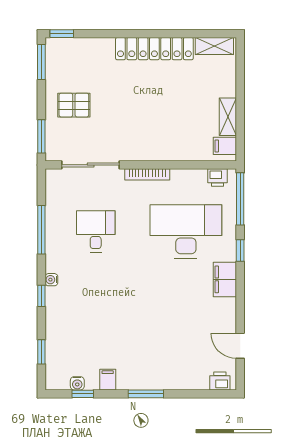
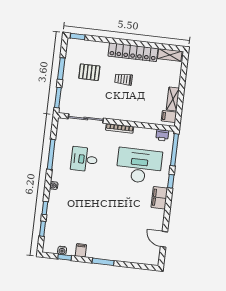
window: (41, 62) -> (61, 69), moved
trolley: (144, 94) -> (124, 79), added
pallet: (74, 105) -> (89, 72), moved
desk: (96, 231) -> (84, 159), turned -90
window: (41, 296) -> (45, 208), moved
printer: (220, 381) -> (149, 259), removed

